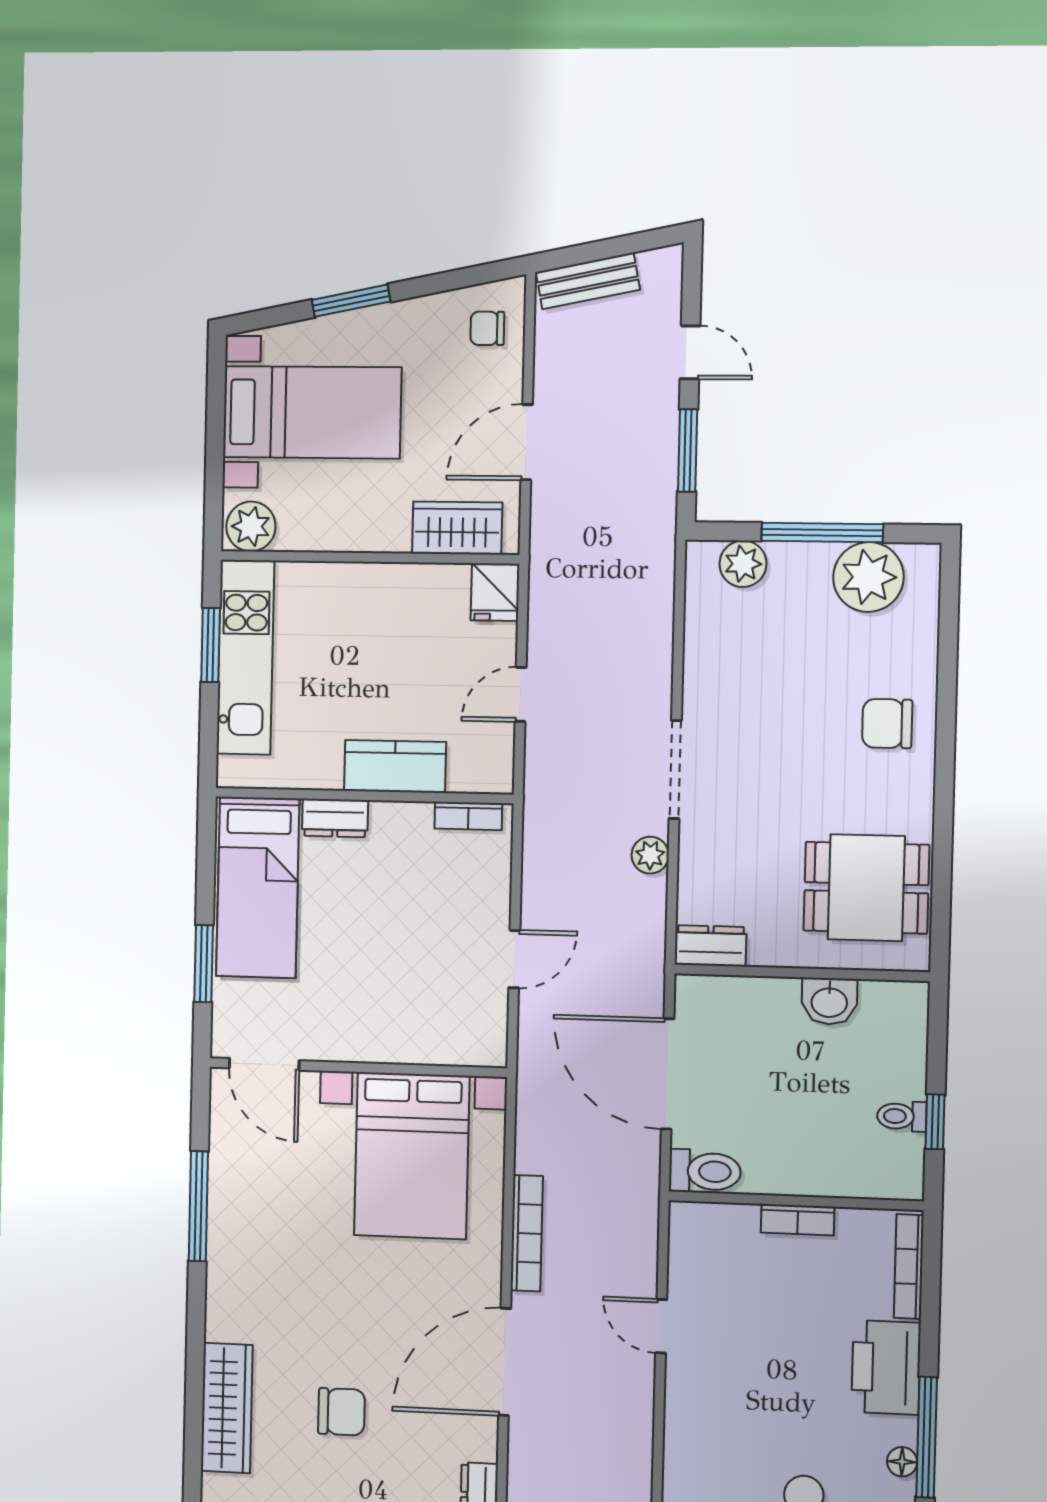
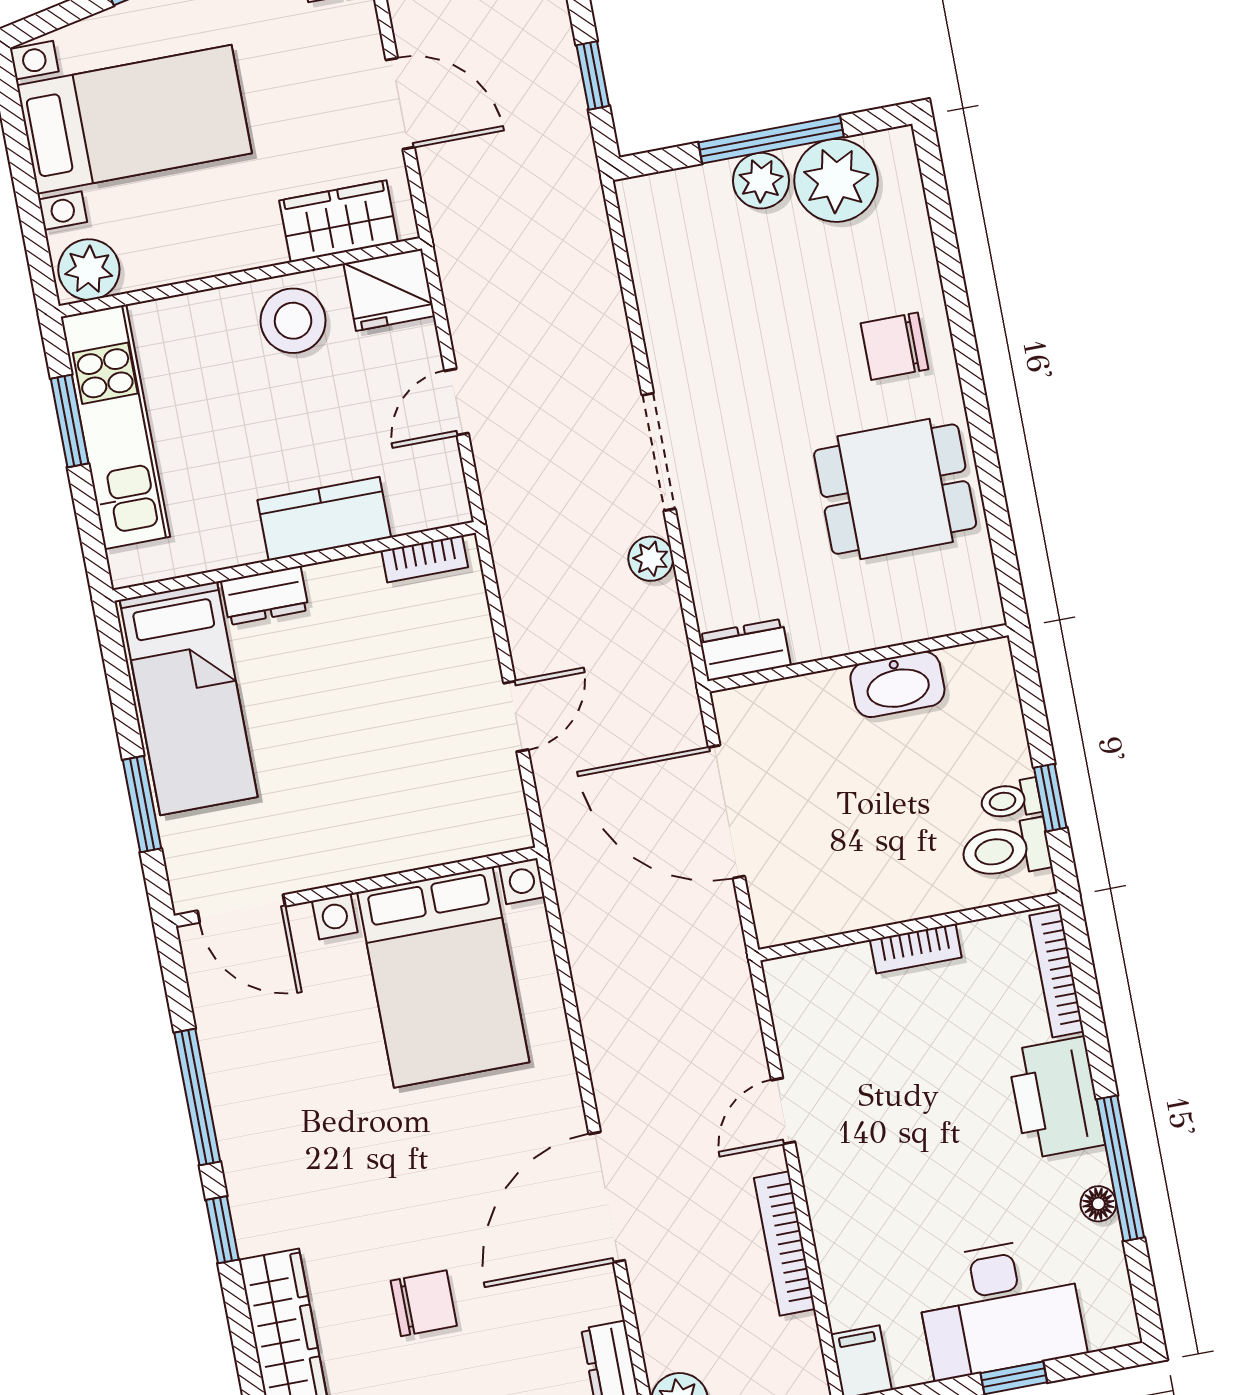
door: (527, 442) -> (400, 104), swing flipped
window: (688, 450) -> (593, 75), width x0.67
plant: (743, 564) -> (761, 181), moved
fridge: (495, 592) -> (389, 290), width x1.38
stool: (404, 601) -> (293, 321), added
dining table: (866, 888) -> (895, 489), moved
washbasin: (829, 1001) -> (897, 684), width x1.38
toilet: (705, 1171) -> (1006, 850), moved, turned 180
bookcase: (527, 1233) -> (785, 1244), moved, turned 180
window: (196, 1316) -> (222, 1230), added
door: (661, 1326) -> (783, 1111), hinge flipped

